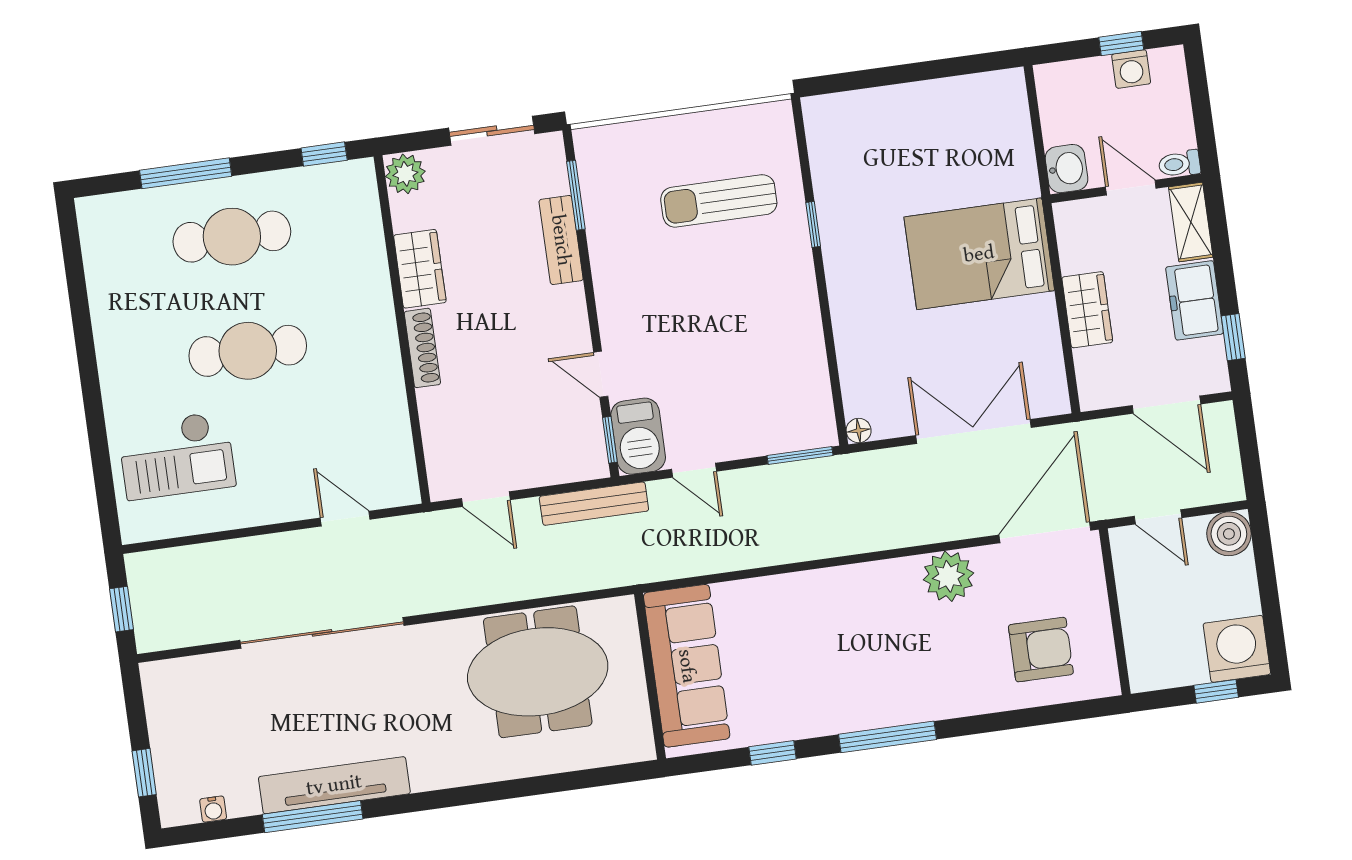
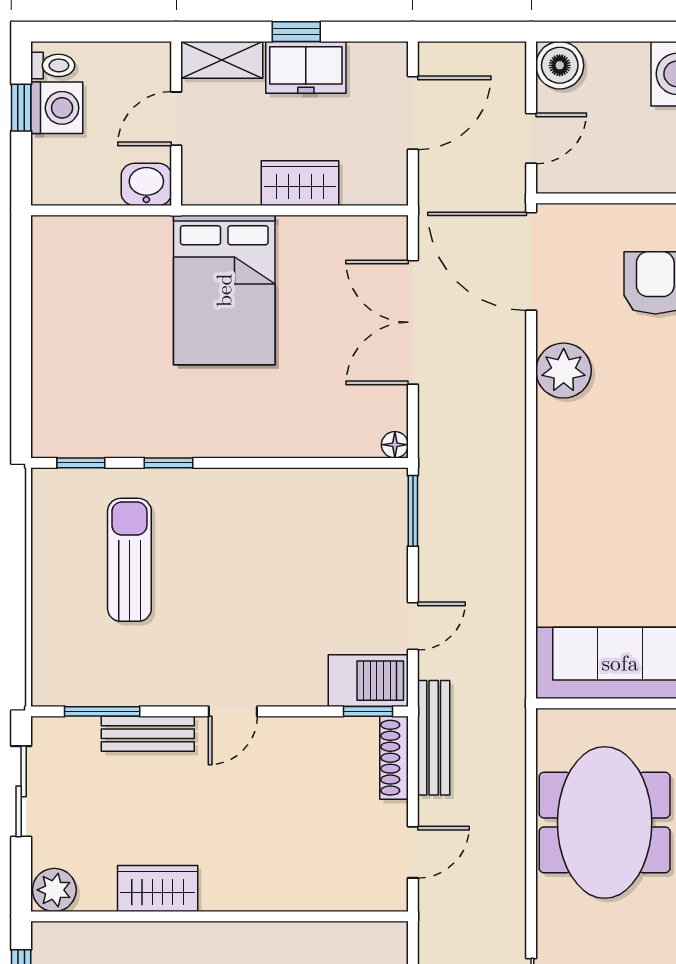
washing machine: (1131, 69) -> (57, 108), width x1.38, depth x1.38
window: (802, 144) -> (81, 463), added
toilet: (1179, 164) -> (53, 65), moved, turned -90
sun lounger: (719, 201) -> (129, 560), turned 180
window: (1233, 337) -> (296, 32), moved
shoe rack: (422, 348) -> (394, 758), moved, turned -90
door: (601, 374) -> (233, 711), moved

